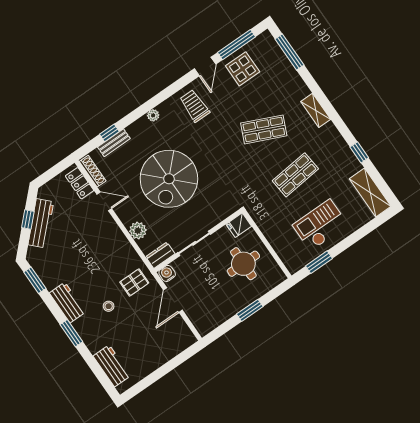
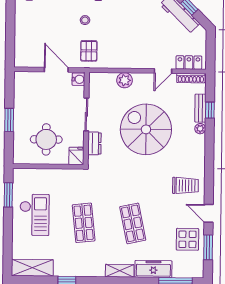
window: (236, 45) -> (208, 247), width x0.69
freezer: (292, 81) -> (153, 269), added
plant: (153, 115) -> (200, 129), moved
shop shelf: (264, 129) -> (133, 223), turned -36
dresser: (160, 255) -> (94, 143), moved

